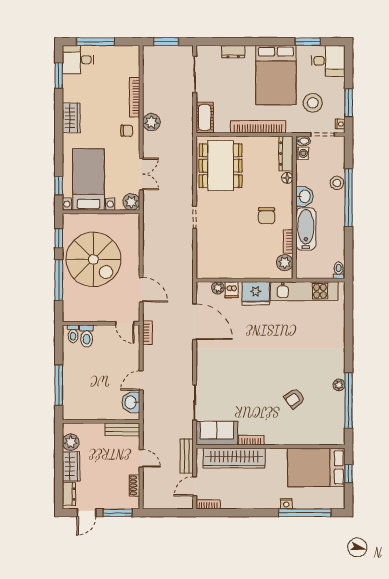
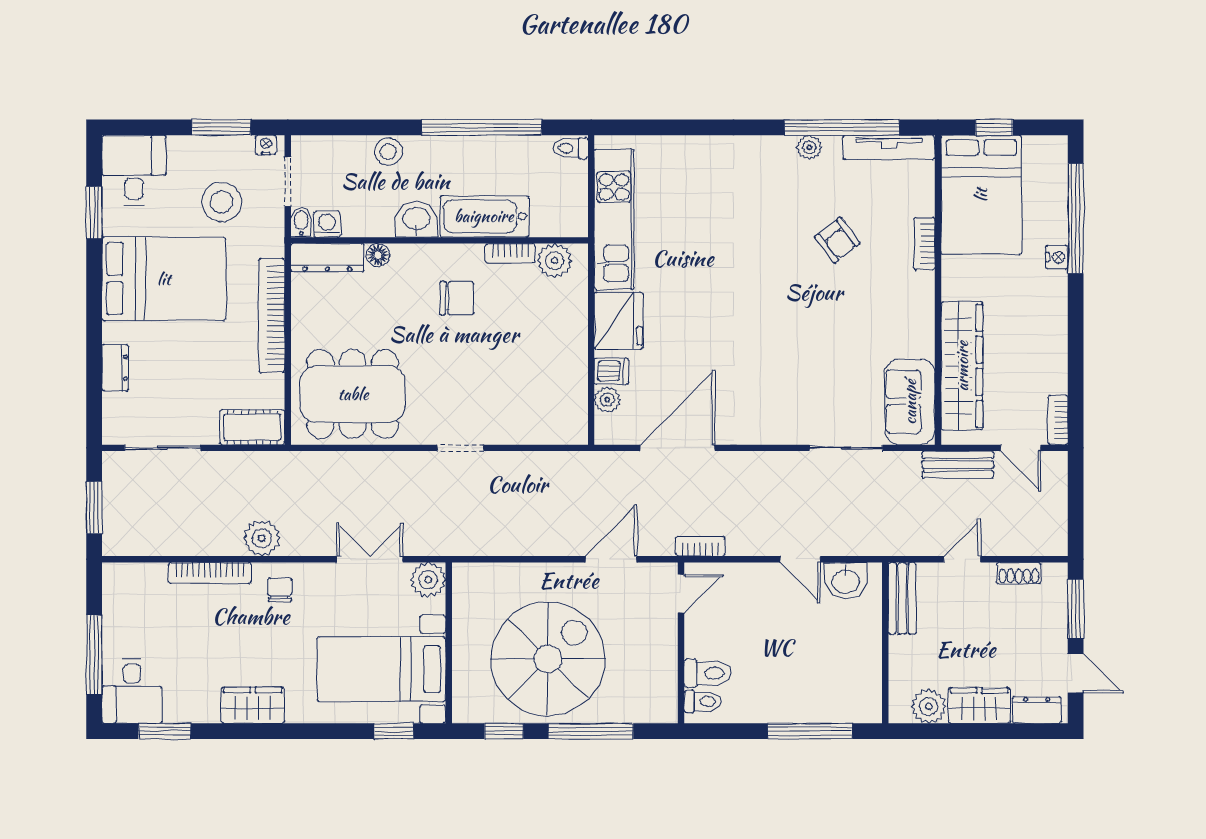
window: (349, 198) -> (482, 127), moved
tv unit: (339, 423) -> (889, 148), added
bookcase: (251, 440) -> (924, 244), moved

